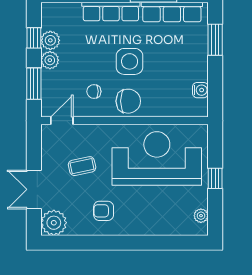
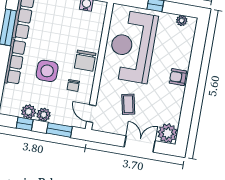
side table: (130, 61) -> (47, 71), moved
chair: (128, 101) -> (85, 61), turned 180
double door: (34, 189) -> (140, 144), swing flipped
armchair: (104, 211) -> (178, 77), moved, turned 90

